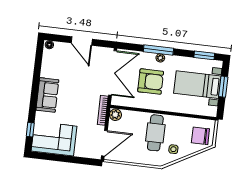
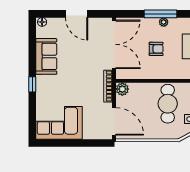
armchair: (151, 82) -> (156, 49), width x0.53, depth x0.53
sofa: (47, 95) -> (46, 56), moved
window: (30, 130) -> (32, 84), moved
door: (104, 143) -> (114, 121), hinge flipped

